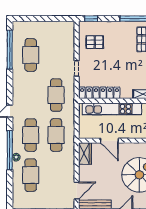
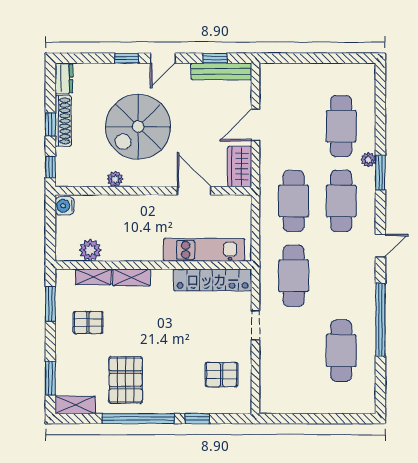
window: (91, 19) -> (197, 419), moved
window: (10, 50) -> (380, 320), moved
kitchen unit: (112, 109) -> (204, 250), width x0.73
window: (10, 150) -> (380, 173), width x0.47
door: (77, 191) -> (255, 125), moved

